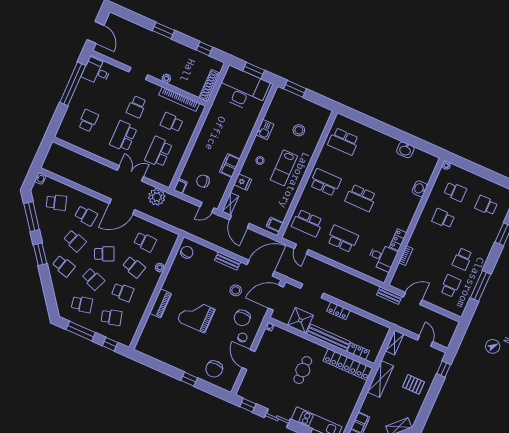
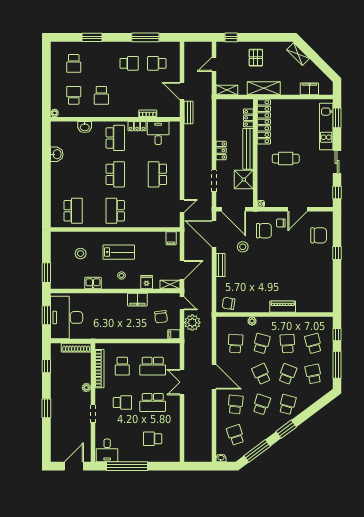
plant: (157, 197) -> (192, 323), moved
school desk: (307, 223) -> (115, 138), moved
grand piano: (196, 315) -> (279, 272), removed

